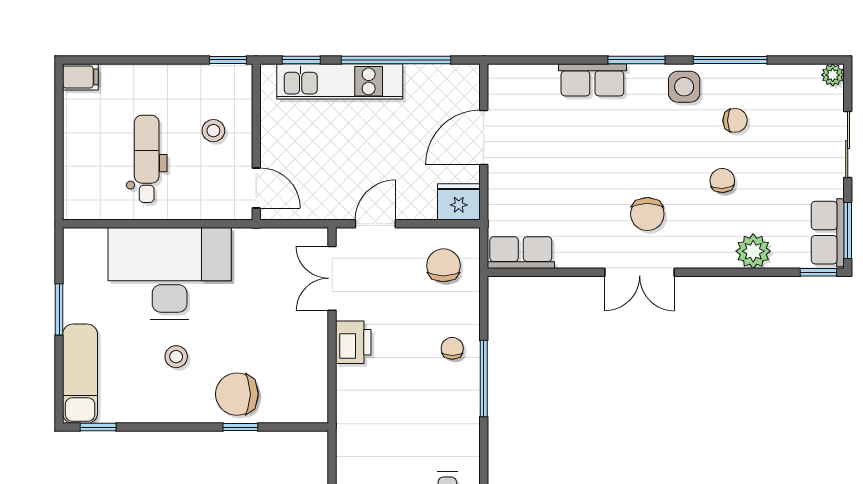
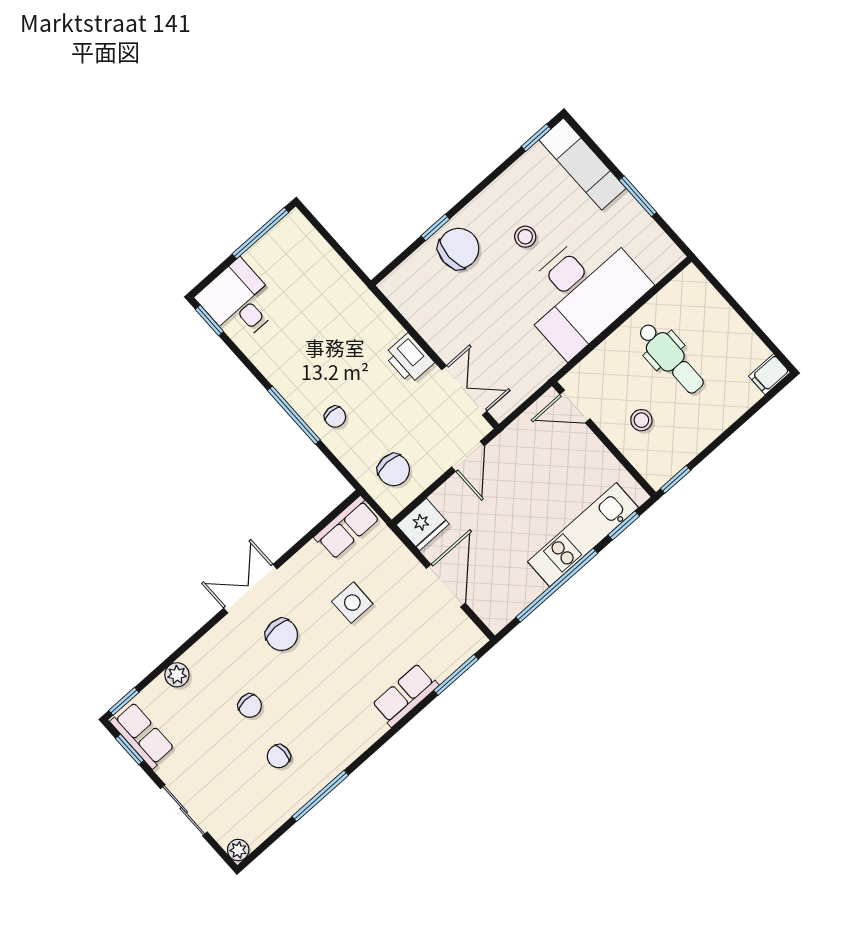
window: (637, 60) -> (456, 675), moved
side table: (684, 87) -> (352, 603), moved
chair: (647, 214) -> (282, 635), turned 180
window: (848, 230) -> (130, 749), width x0.67
plant: (753, 251) -> (177, 675), width x0.73, depth x0.73

